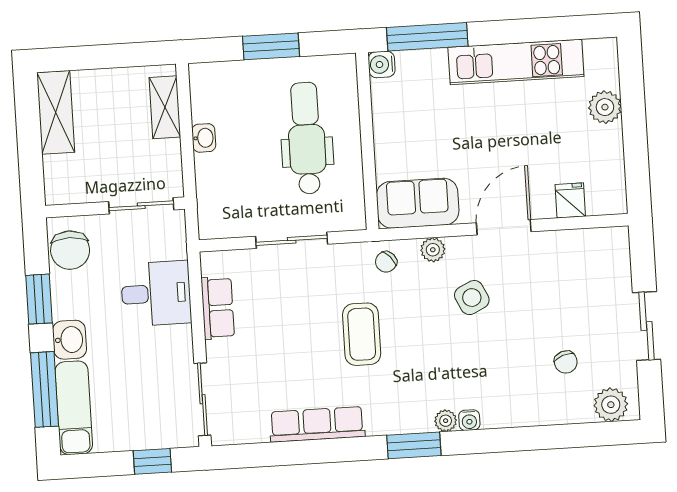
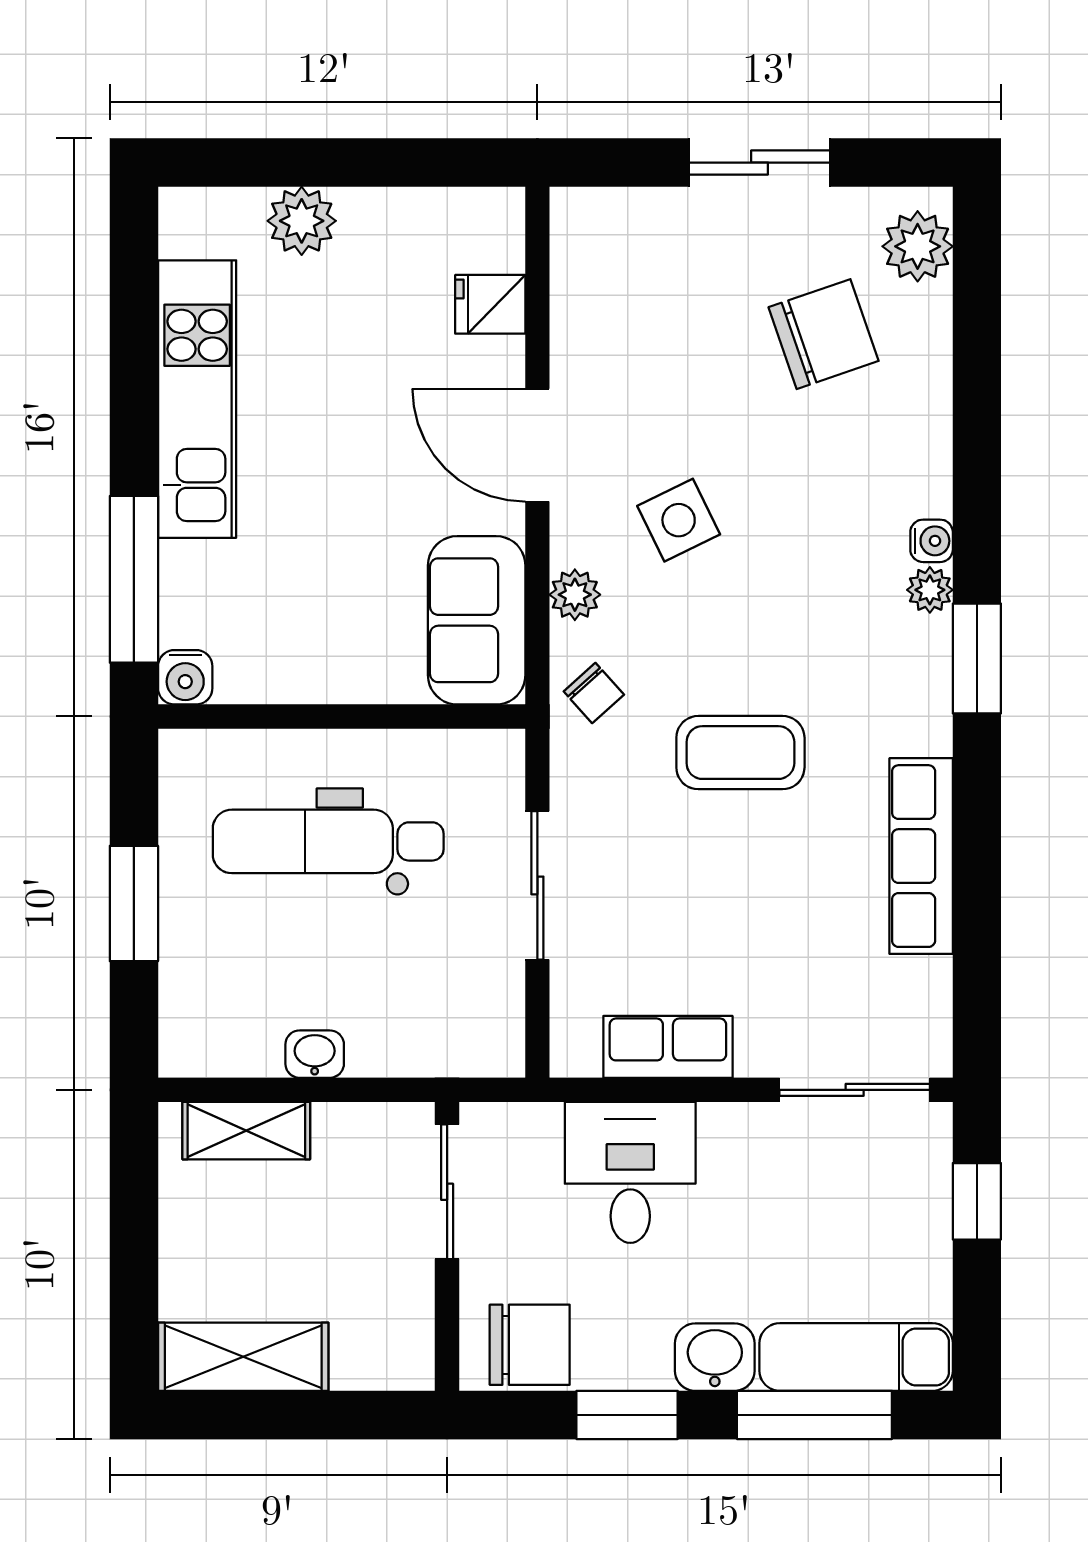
chair: (566, 362) -> (824, 334), width x1.87, depth x1.87

